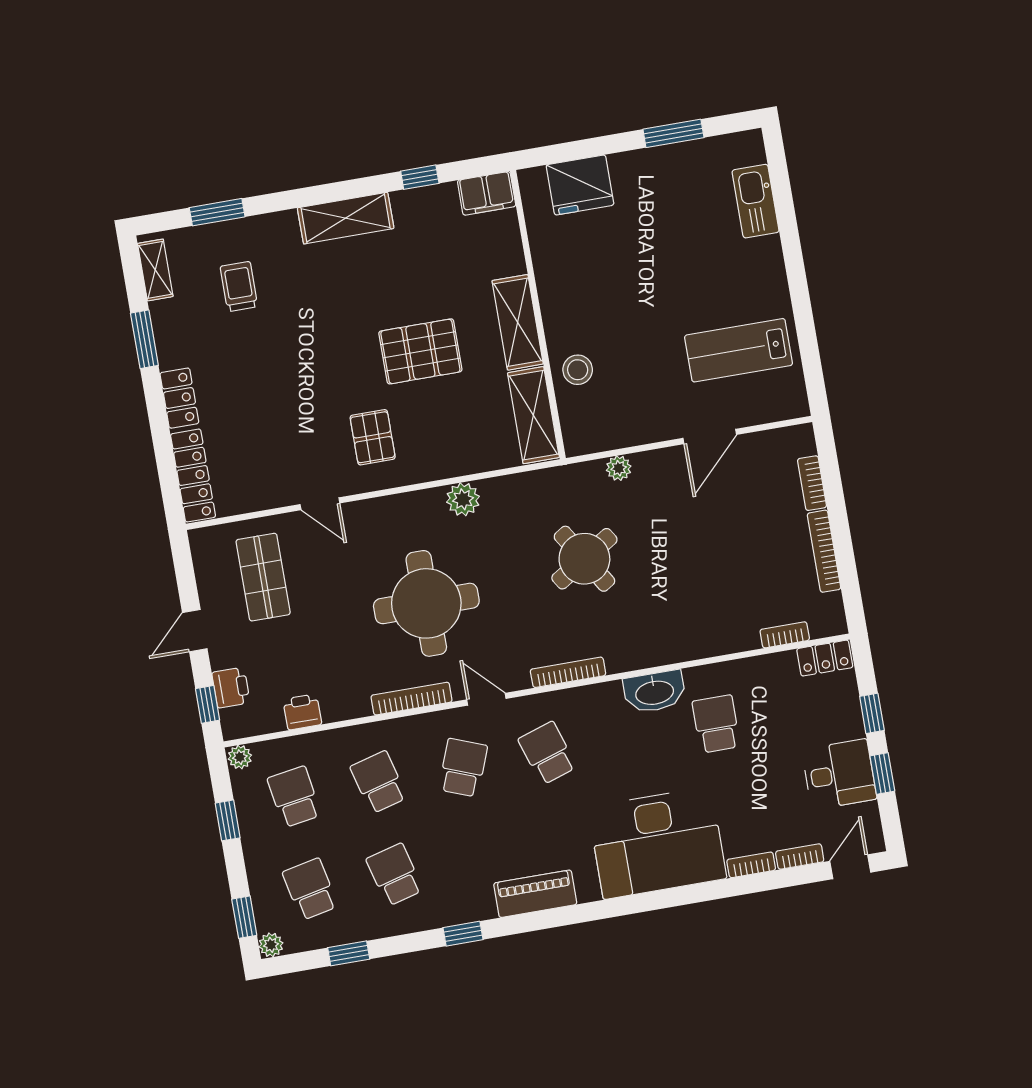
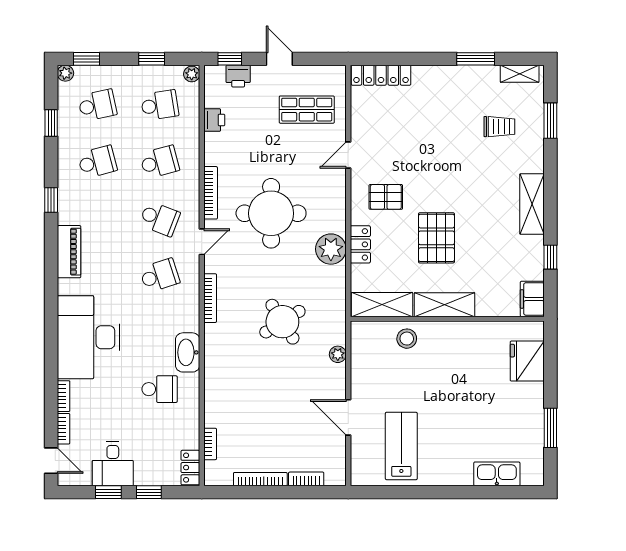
locker: (179, 398) -> (360, 244), moved, turned -90
plant: (463, 499) -> (331, 249), width x1.36, depth x1.36

